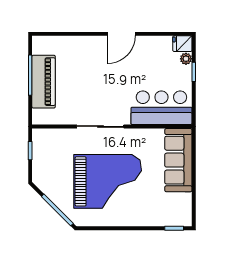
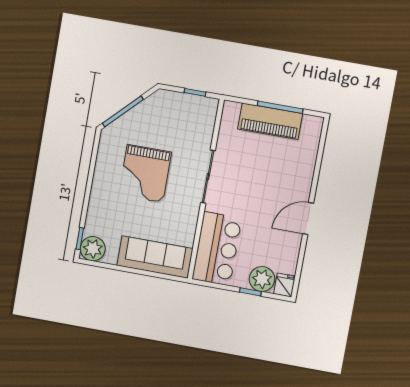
door: (121, 34) -> (308, 218), hinge flipped
plant: (186, 59) -> (262, 279), width x1.87, depth x1.87
grand piano: (108, 181) -> (145, 174), width x0.73, depth x0.68
plant: (181, 216) -> (93, 249), added

